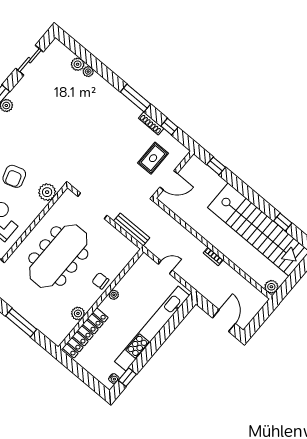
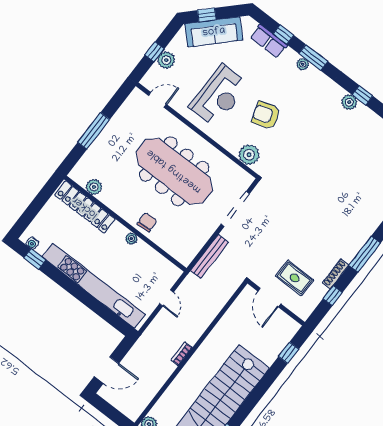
plant: (78, 313) -> (94, 187), moved

